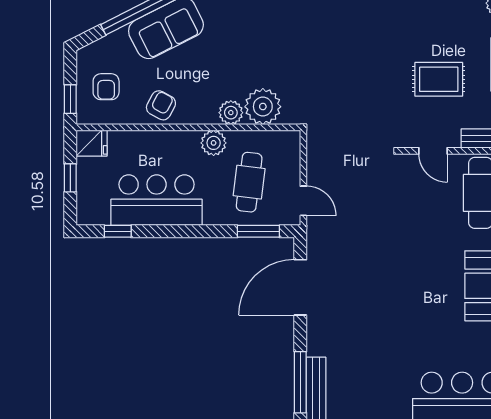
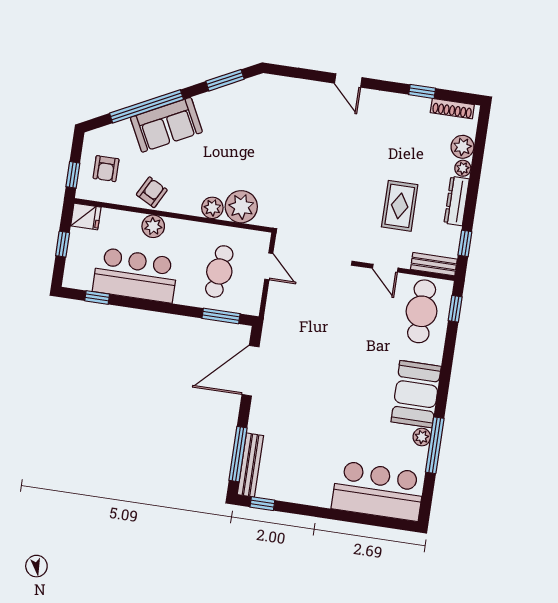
rug: (439, 79) -> (400, 206), turned 90
plant: (214, 143) -> (153, 226), moved
door: (303, 201) -> (269, 266), moved

